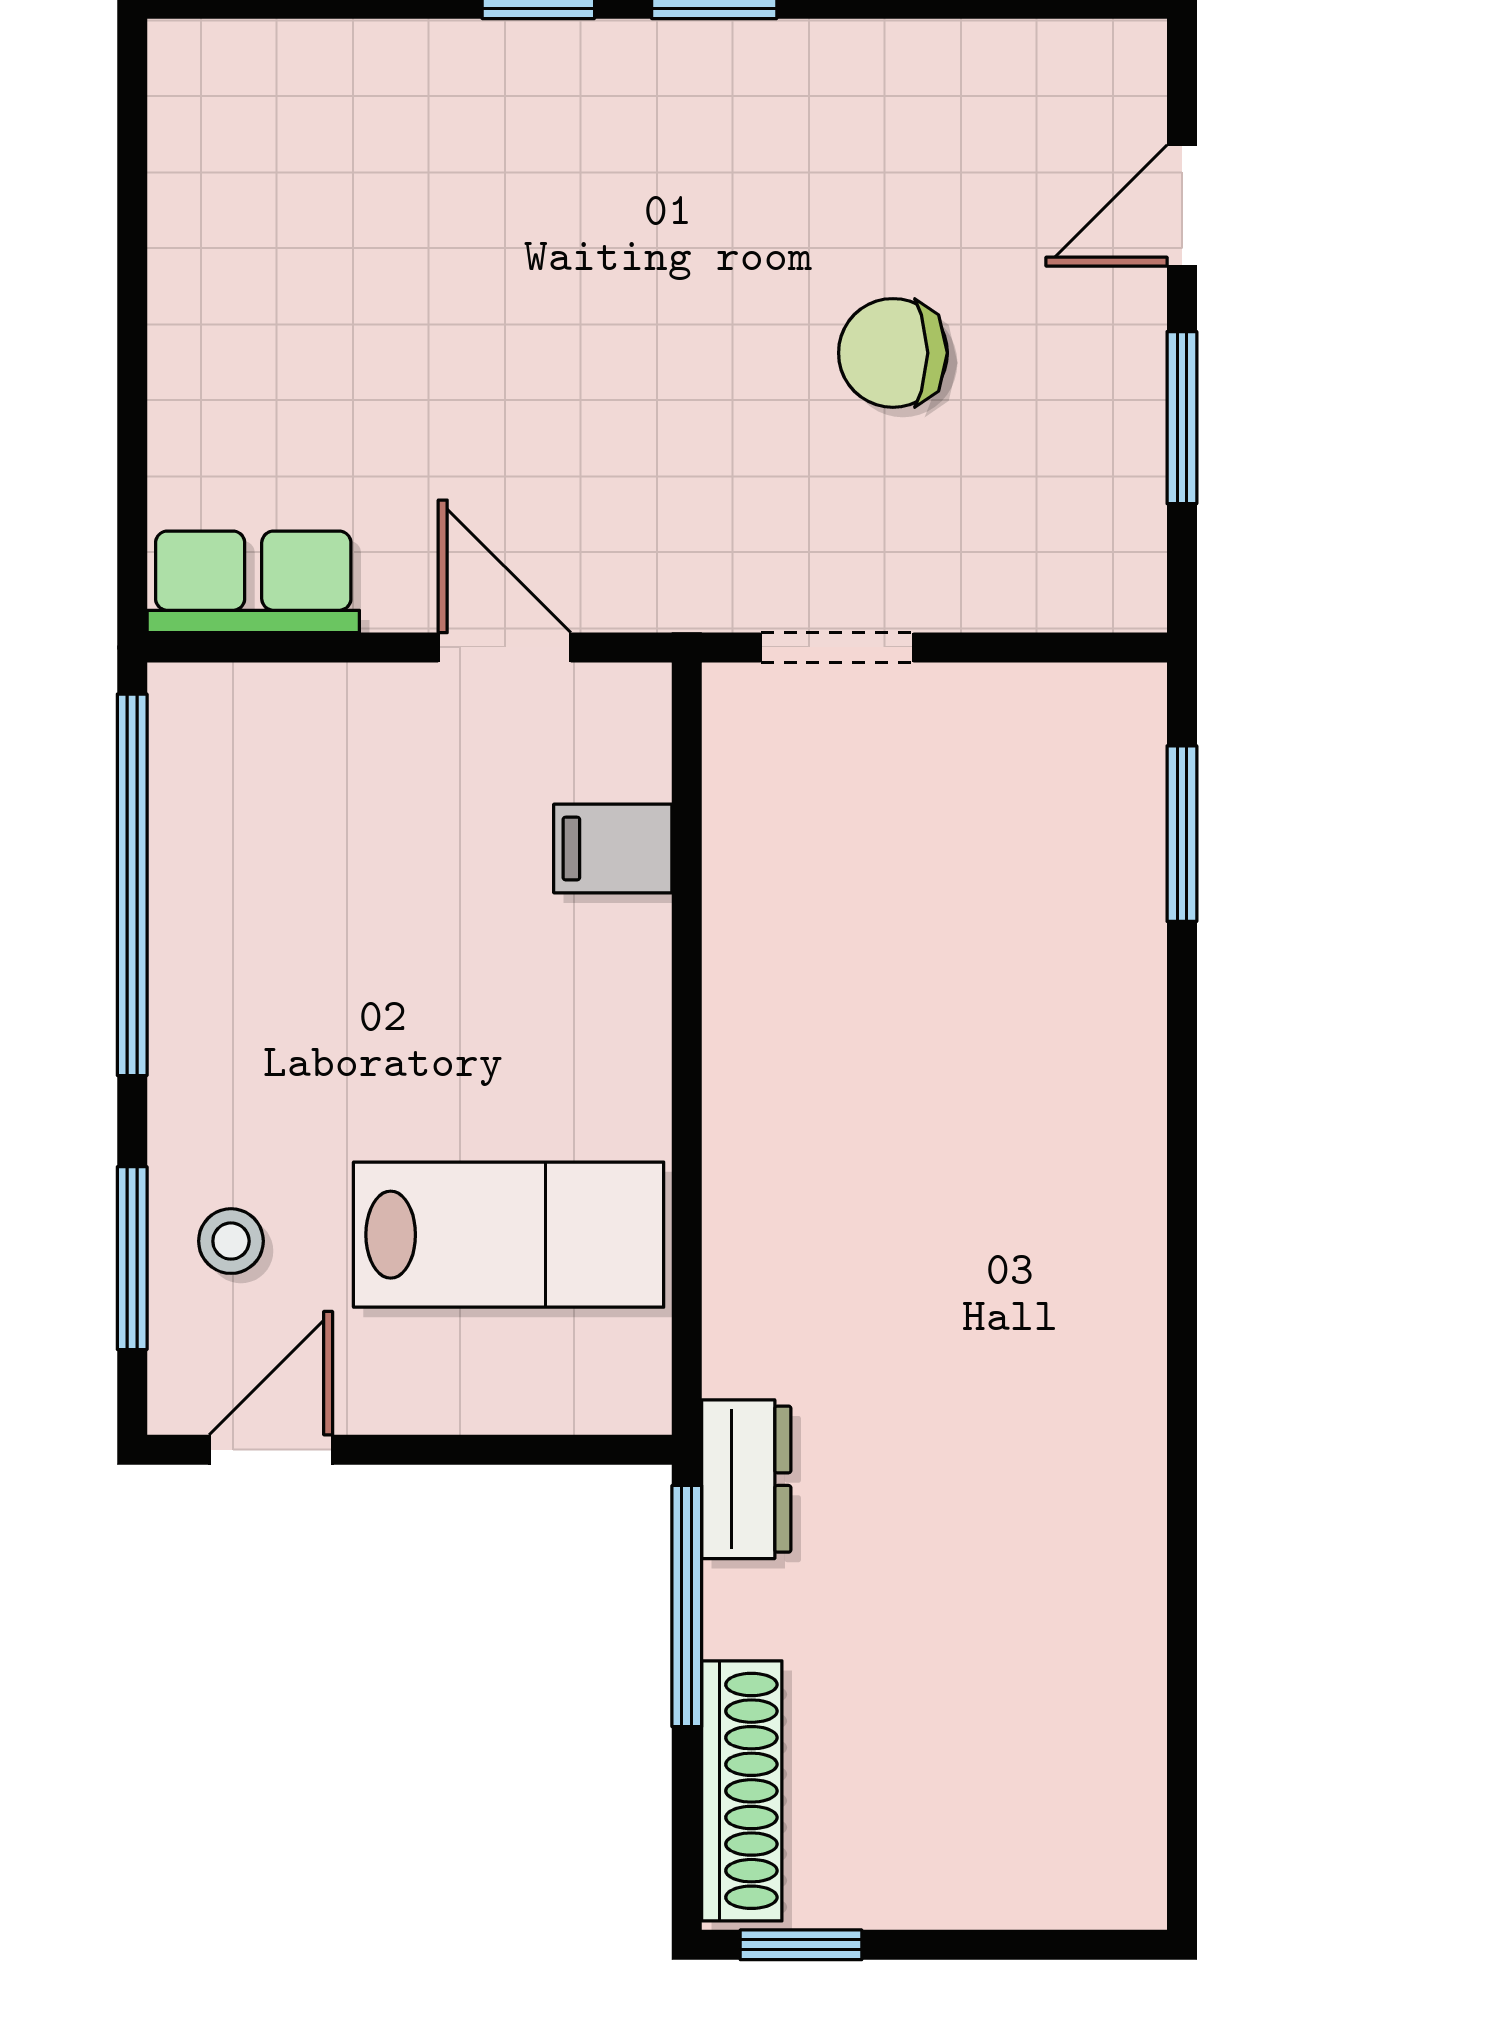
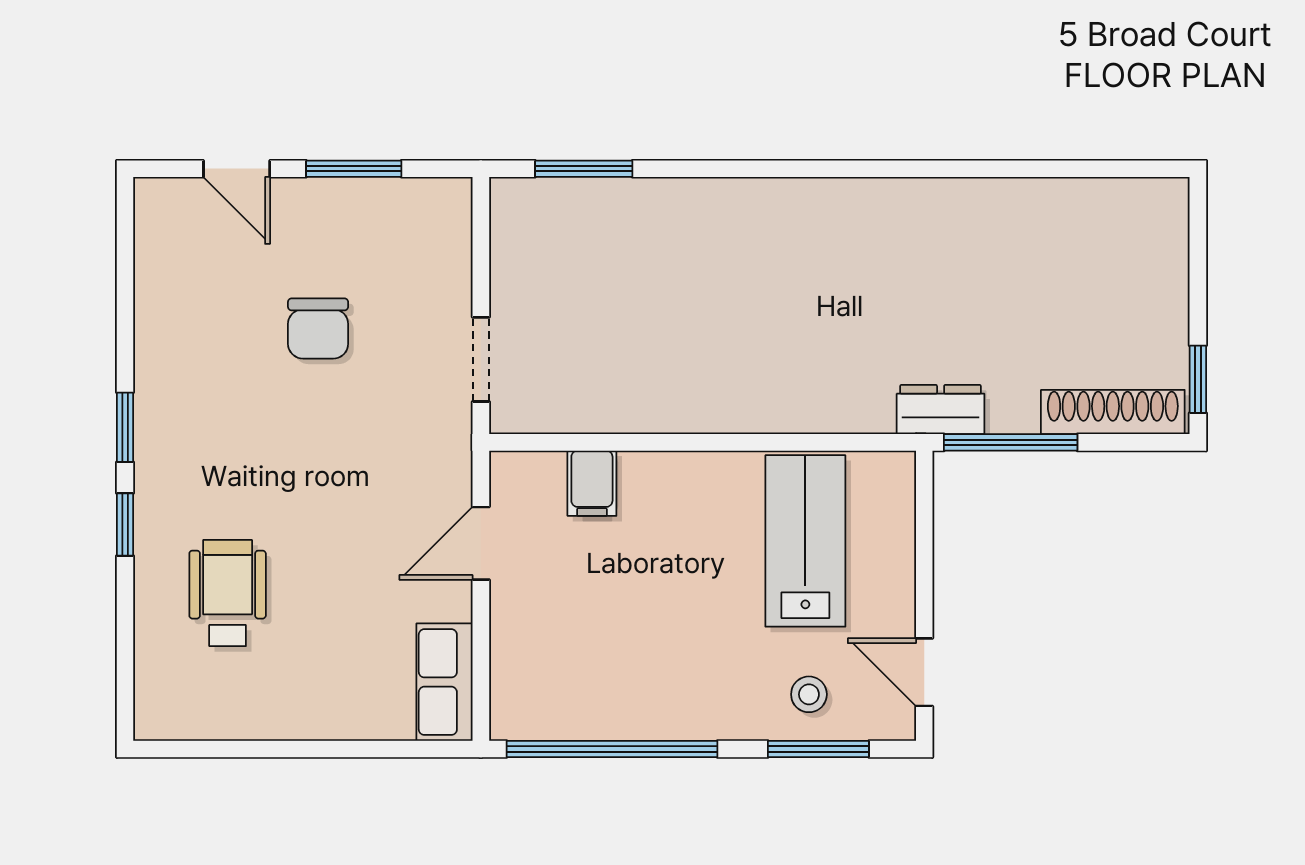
wheelchair: (414, 189) -> (228, 593), added

